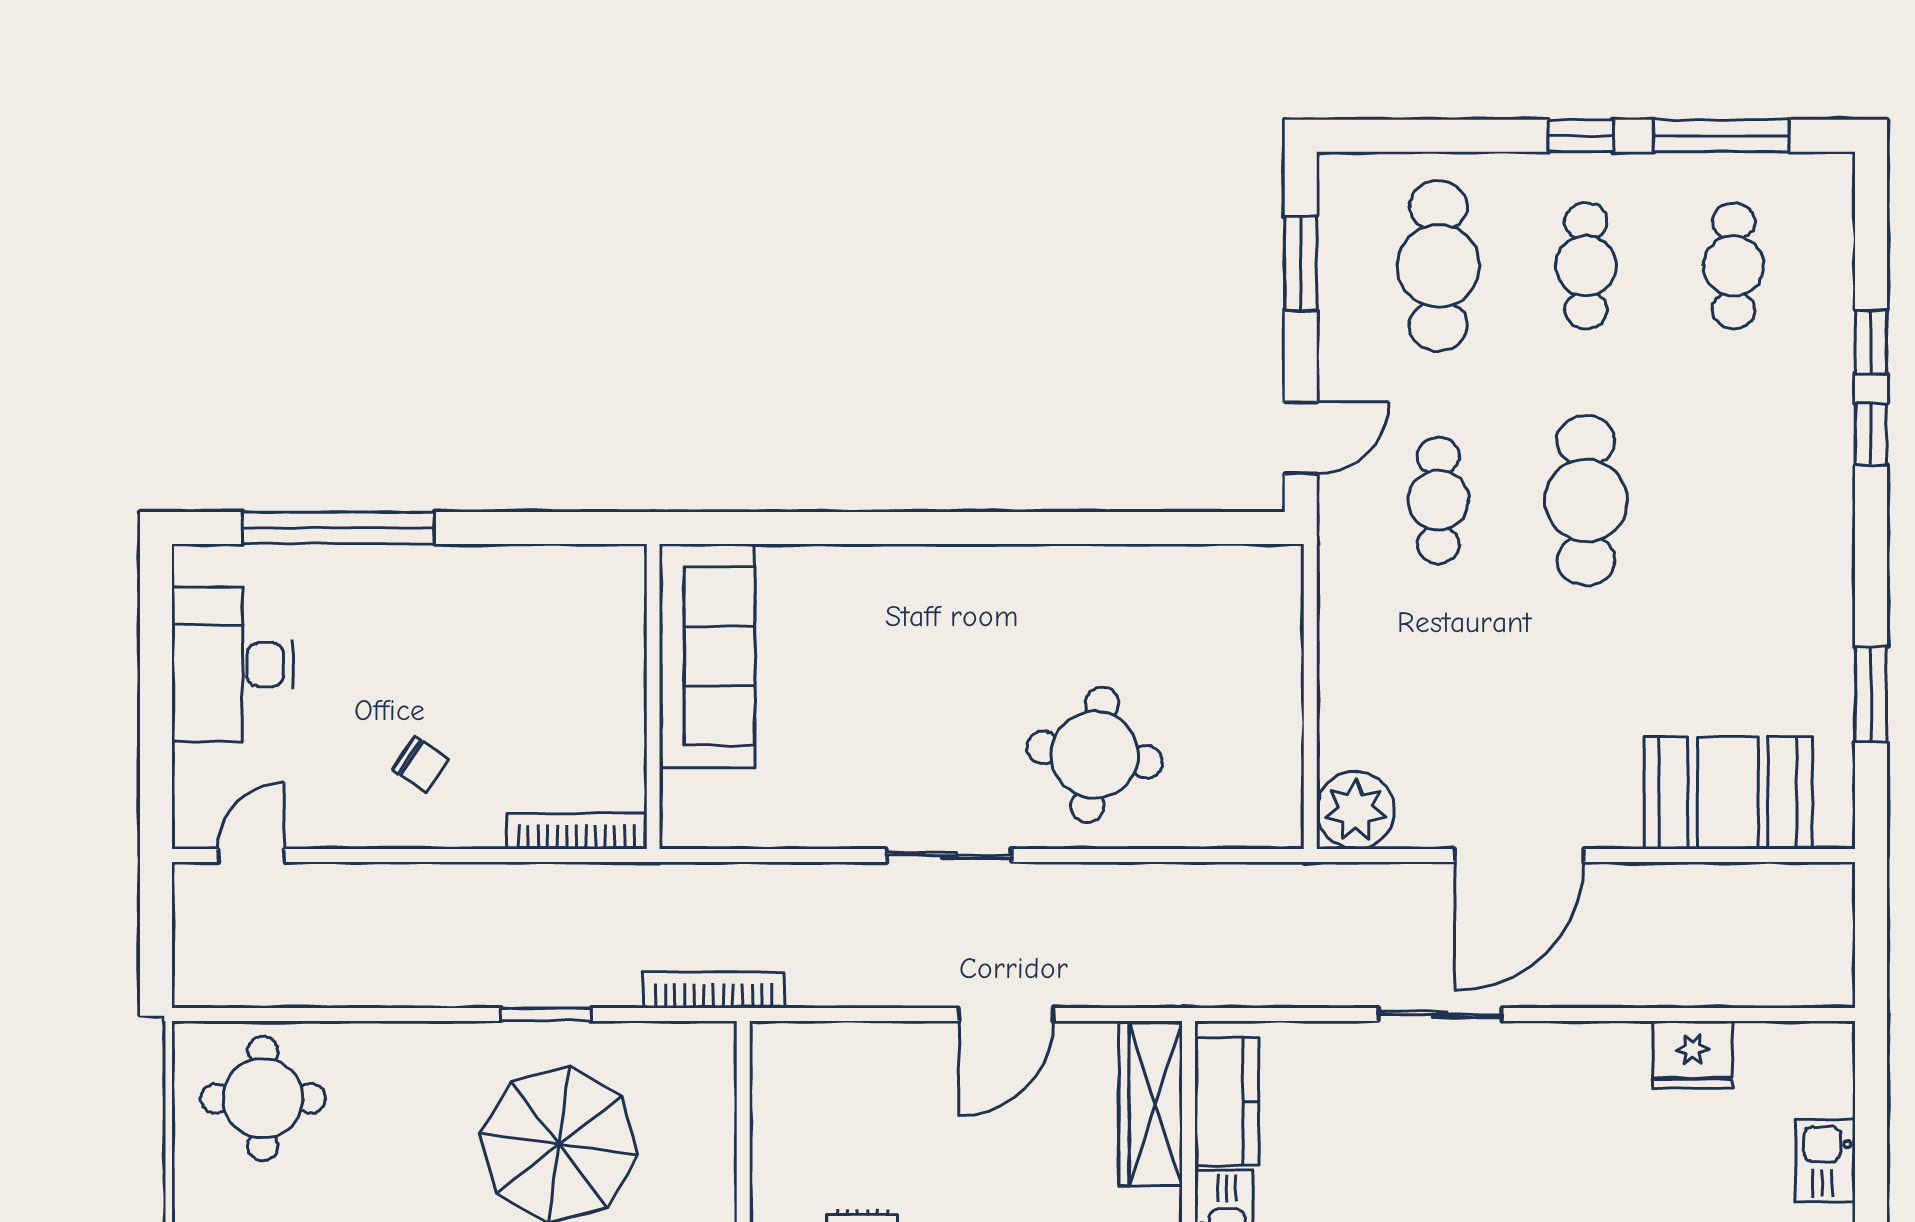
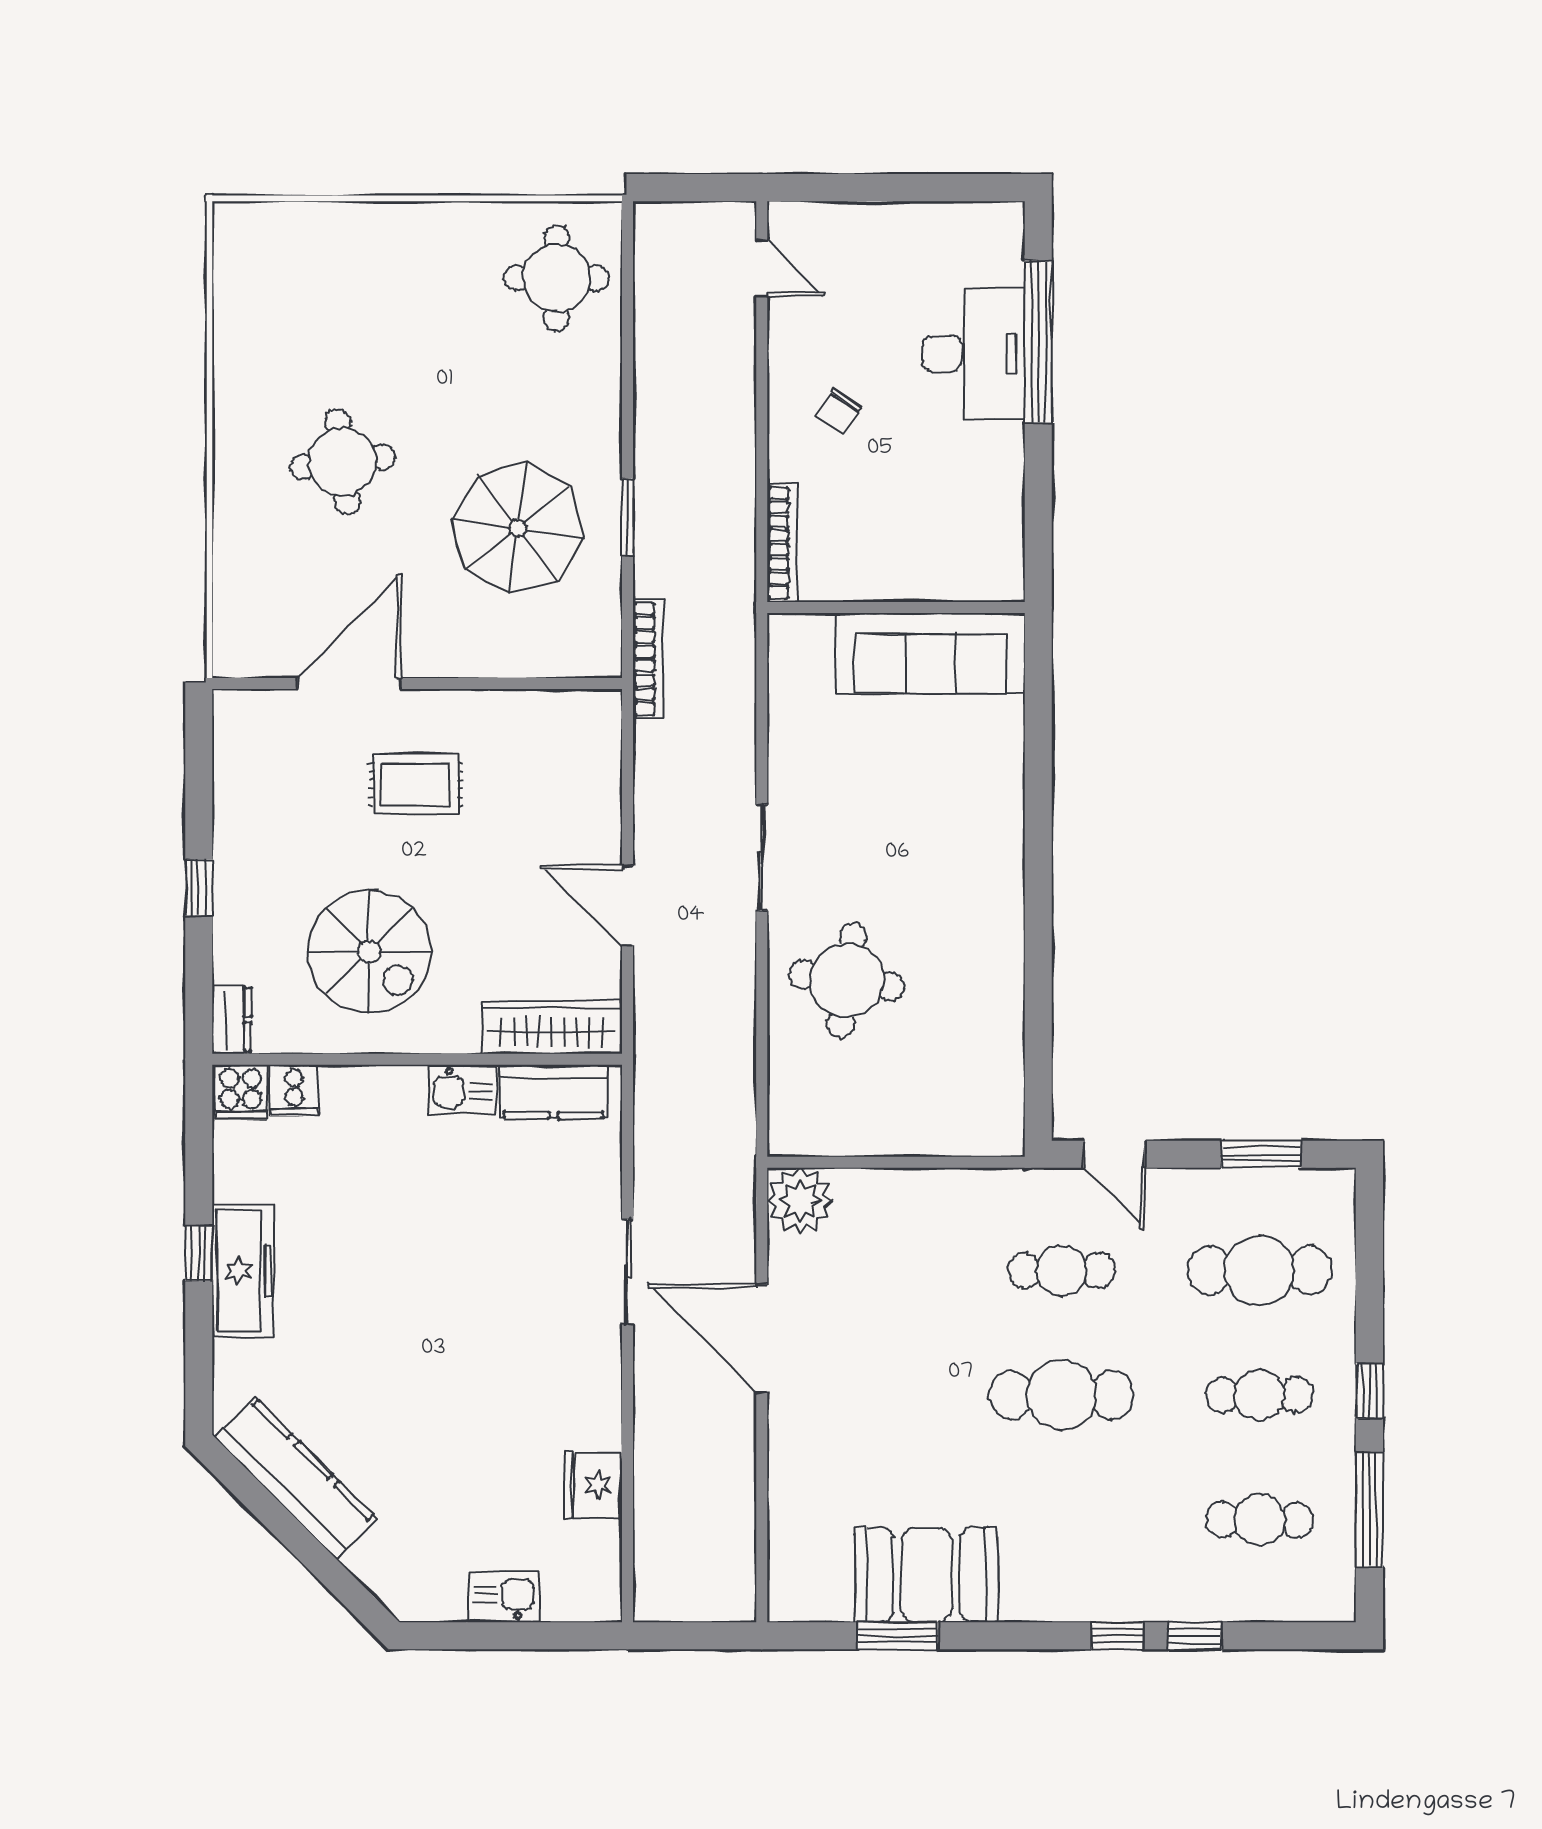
desk: (232, 665) -> (974, 353), moved, turned 90
booth: (1728, 793) -> (927, 1575), moved, turned 90

